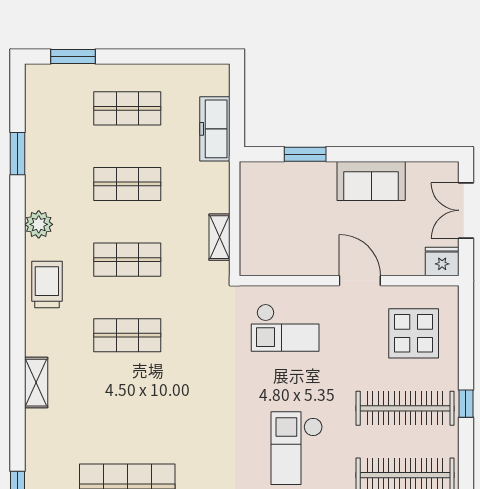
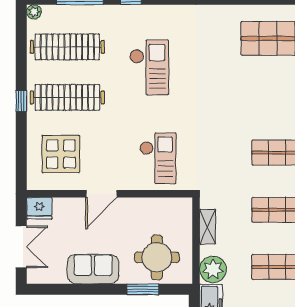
plant: (212, 181) -> (213, 269), added
round table: (287, 197) -> (157, 257), added
door: (360, 281) -> (101, 194), hinge flipped
checkout: (285, 328) -> (158, 158), turned 90

